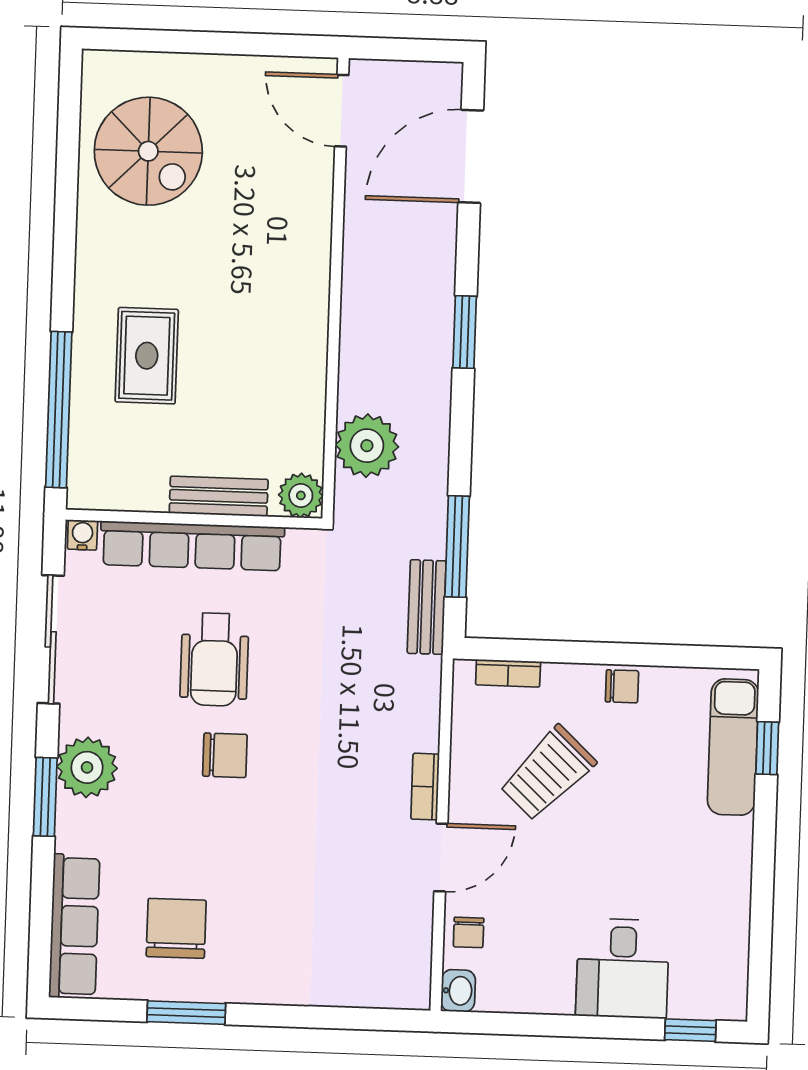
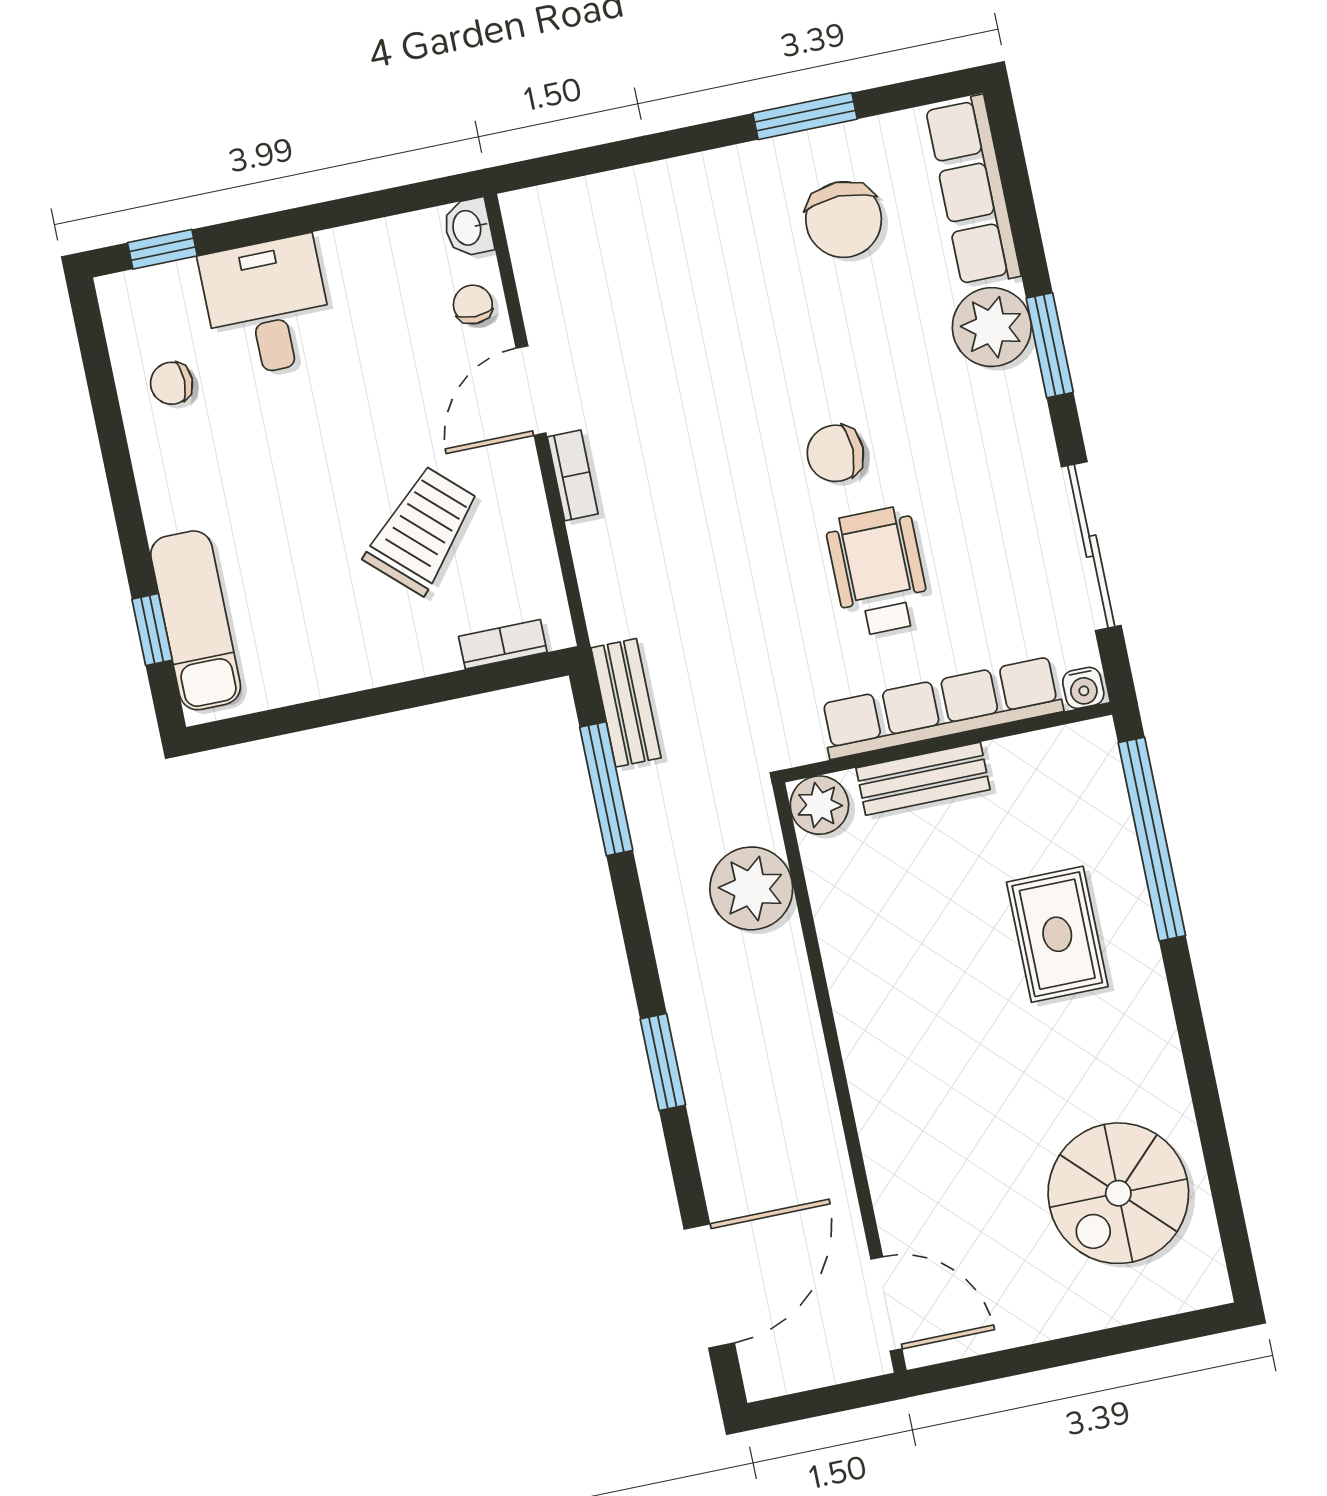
spiral stairs: (148, 151) -> (1118, 1193), turned -90
chair: (622, 686) -> (172, 383), moved
plant: (87, 767) -> (992, 327), moved

